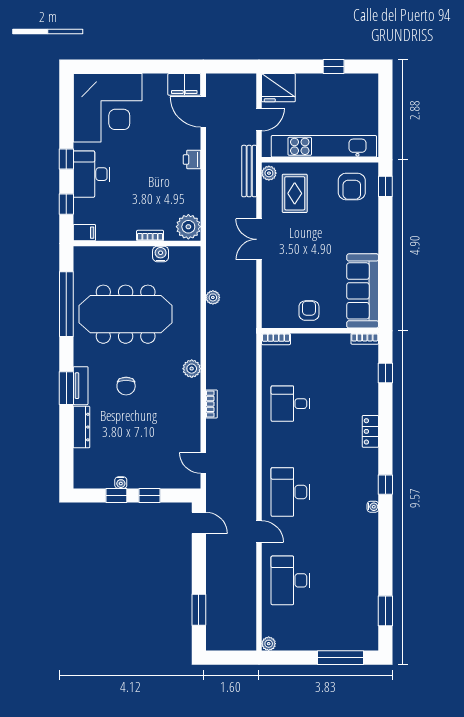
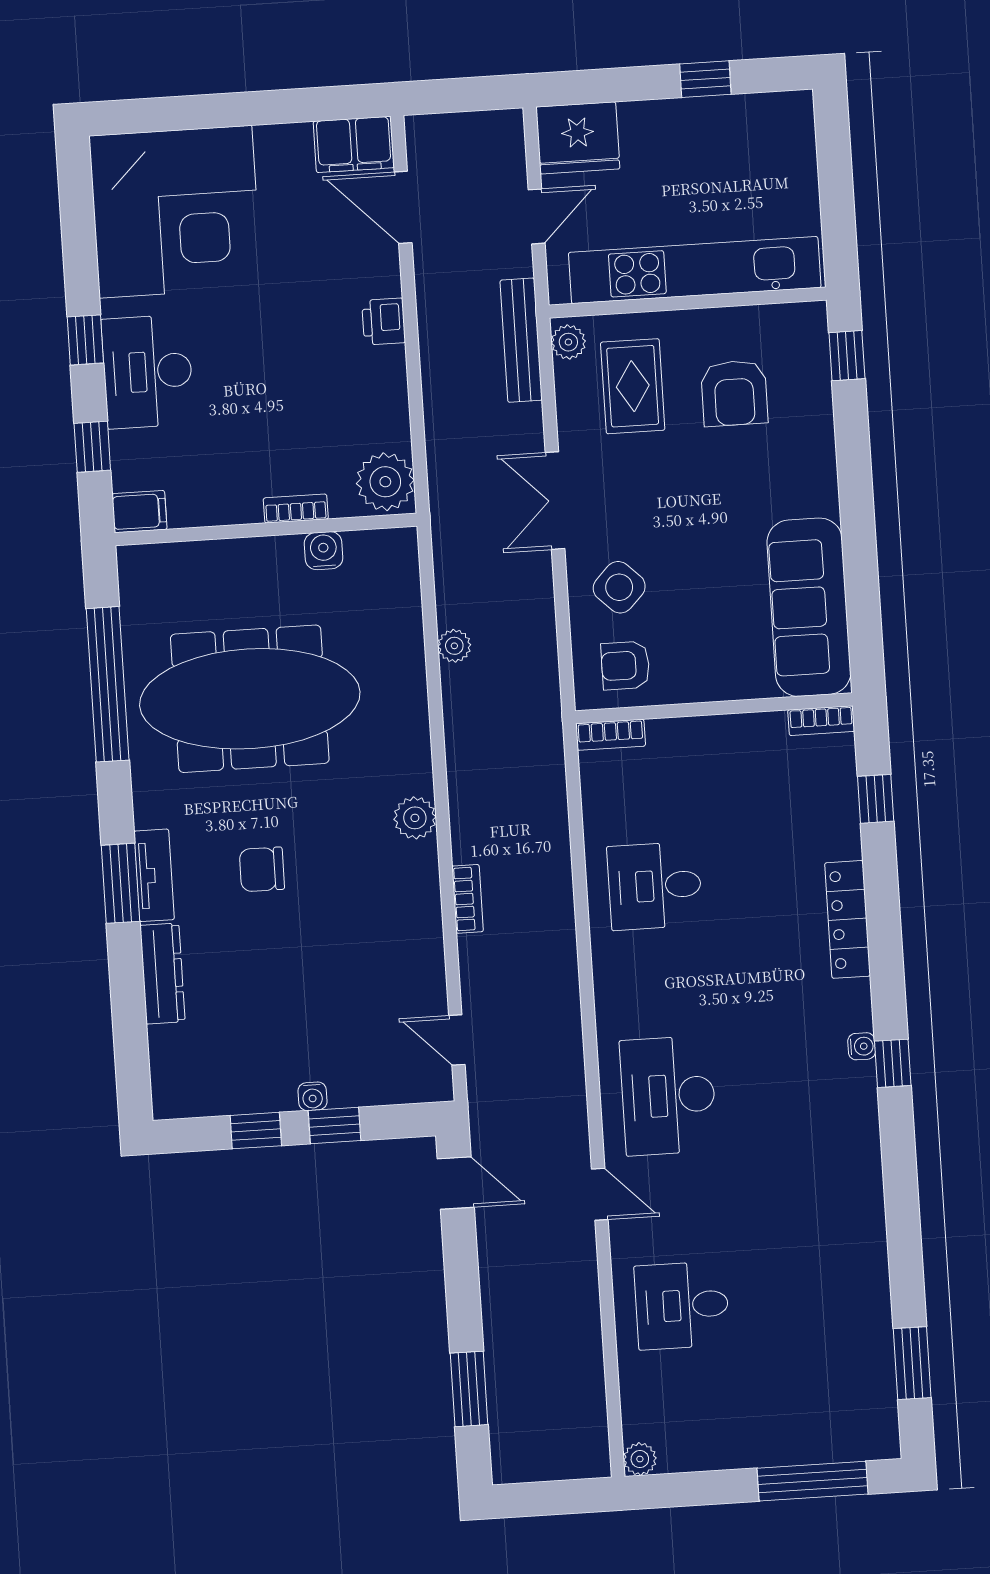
armchair: (352, 186) -> (734, 393), moved
side table: (284, 277) -> (619, 587), added
armchair: (309, 311) -> (625, 666), moved, turned -90
chair: (126, 386) -> (262, 869), turned 90
locker: (370, 431) -> (848, 919), width x1.53
water cooler: (121, 483) -> (312, 1096), moved
water cooler: (373, 507) -> (862, 1046), moved
desk: (290, 580) -> (682, 1305), width x0.73

